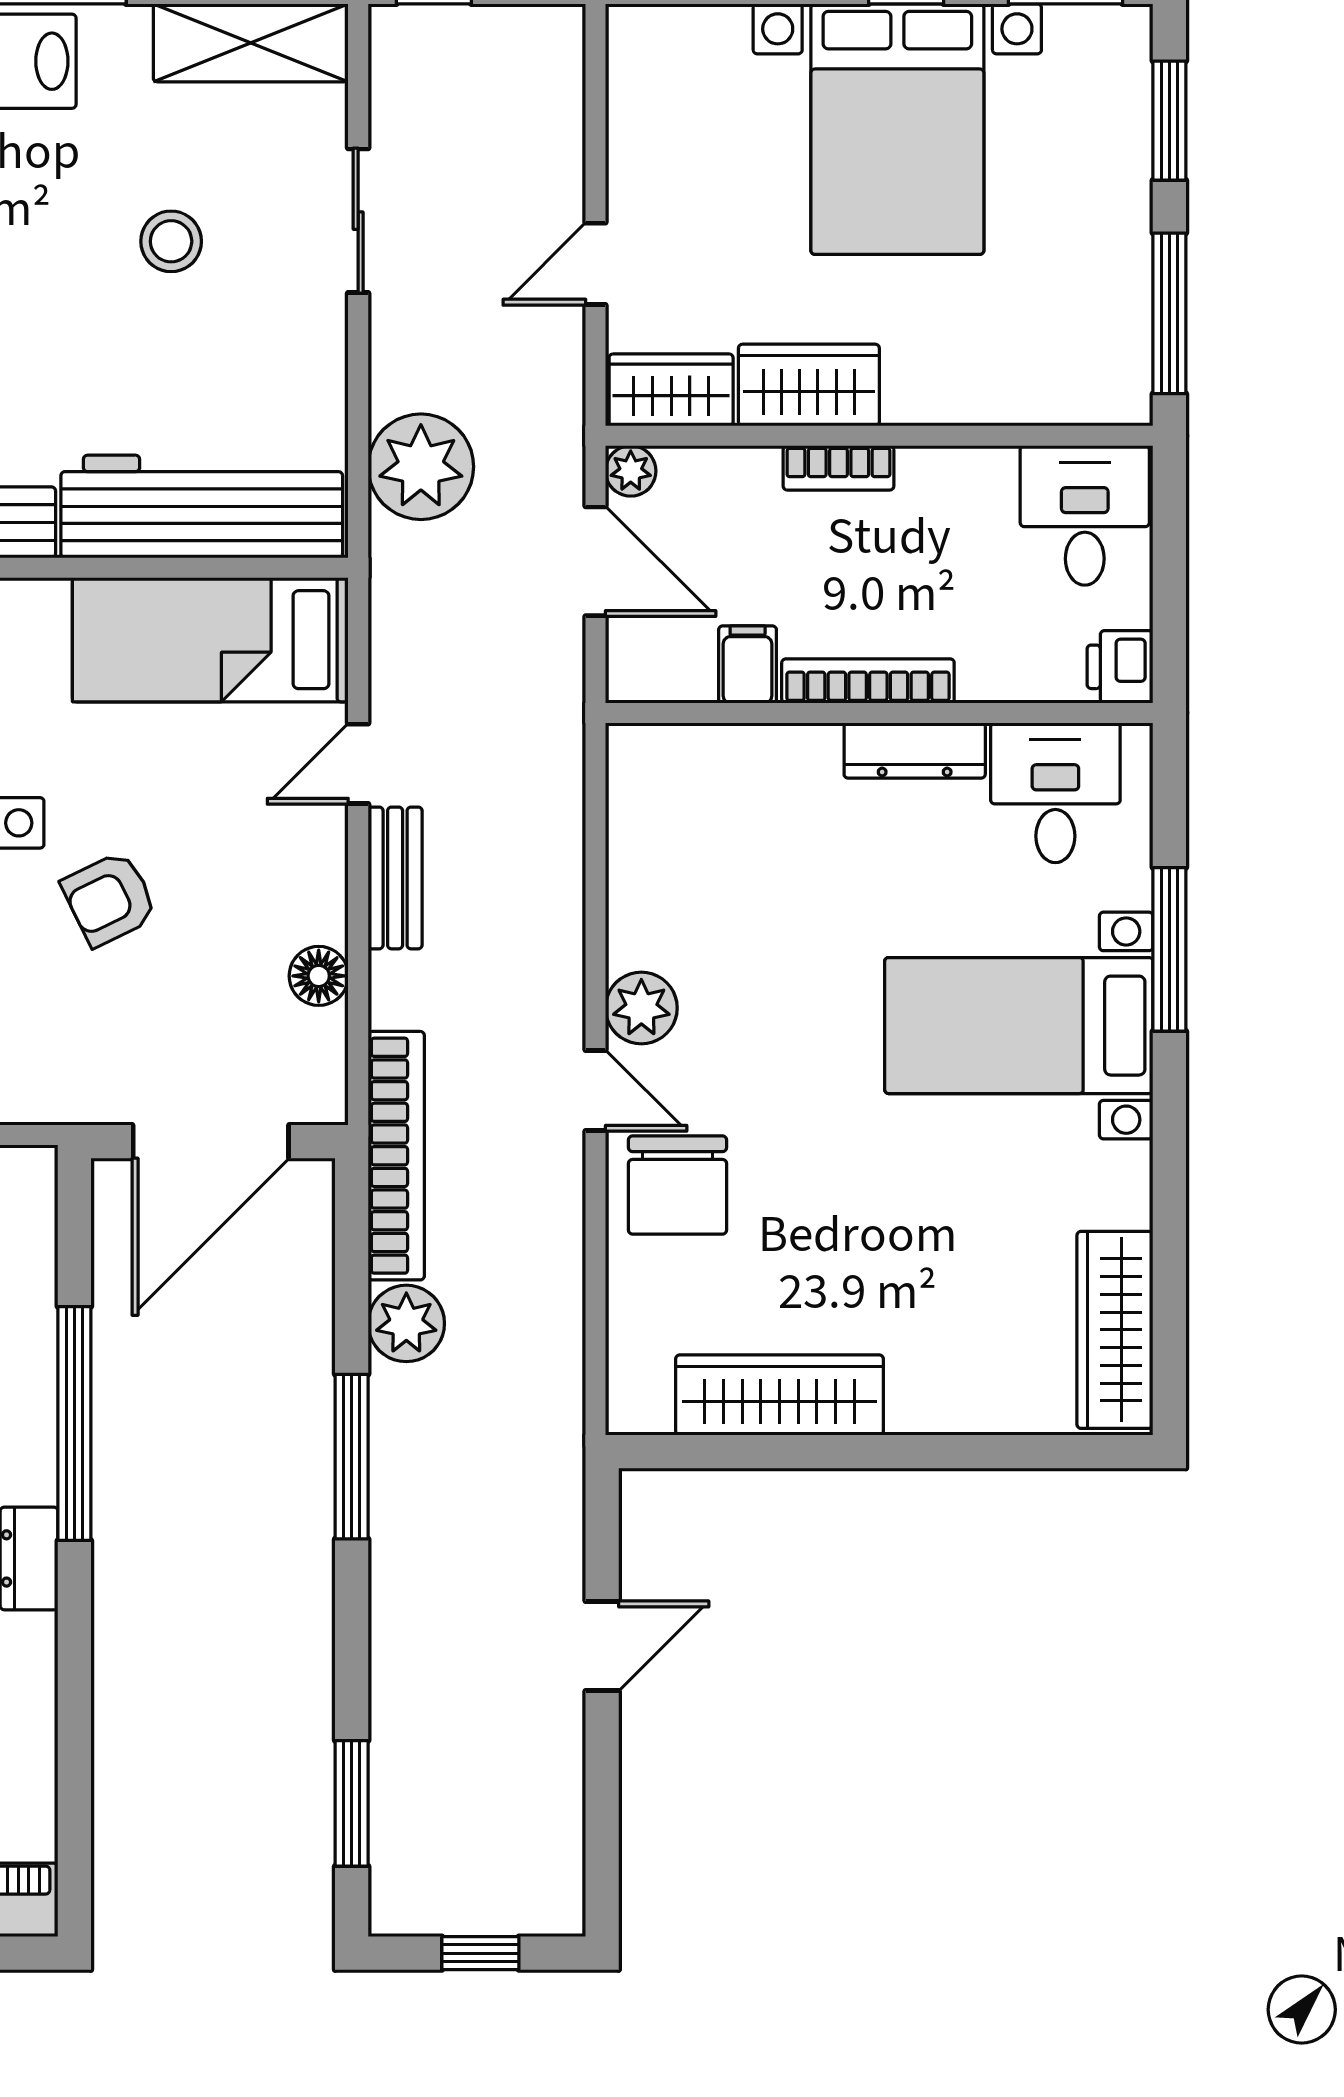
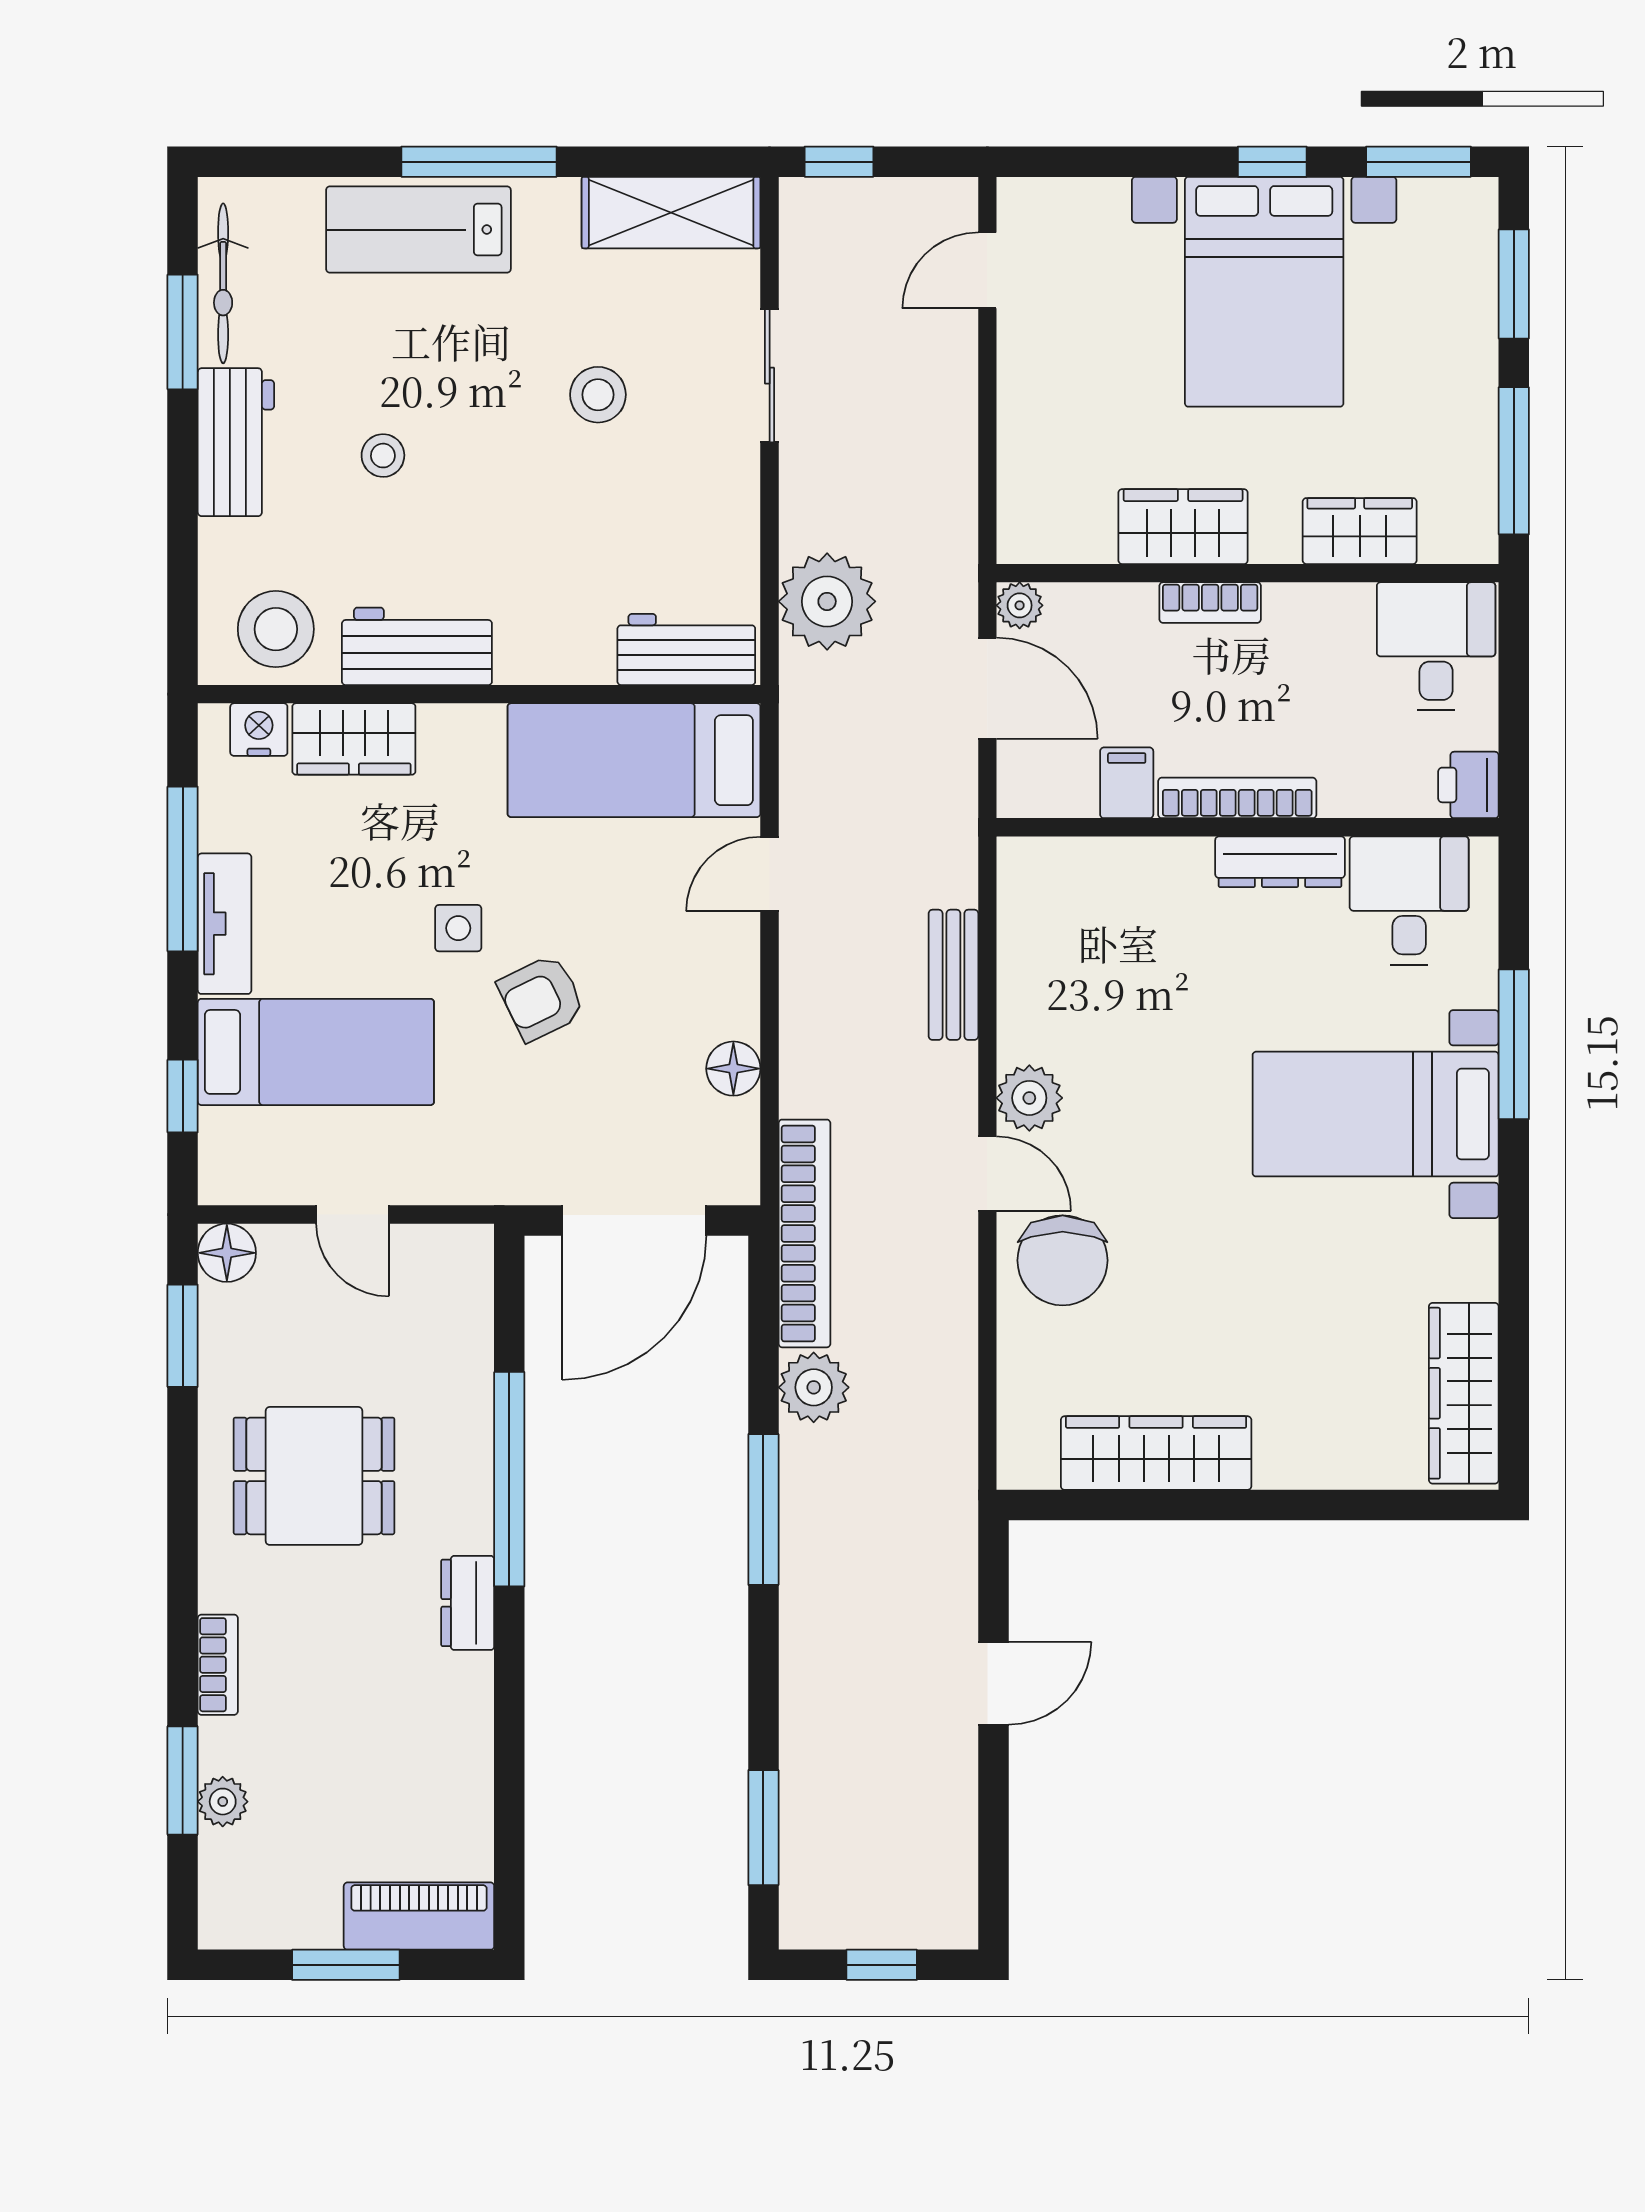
door: (596, 264) -> (987, 270), moved
wardrobe: (671, 390) -> (1360, 531), moved
workbench: (202, 507) -> (686, 649), width x0.53, depth x0.76
bench: (395, 878) -> (953, 975), moved

